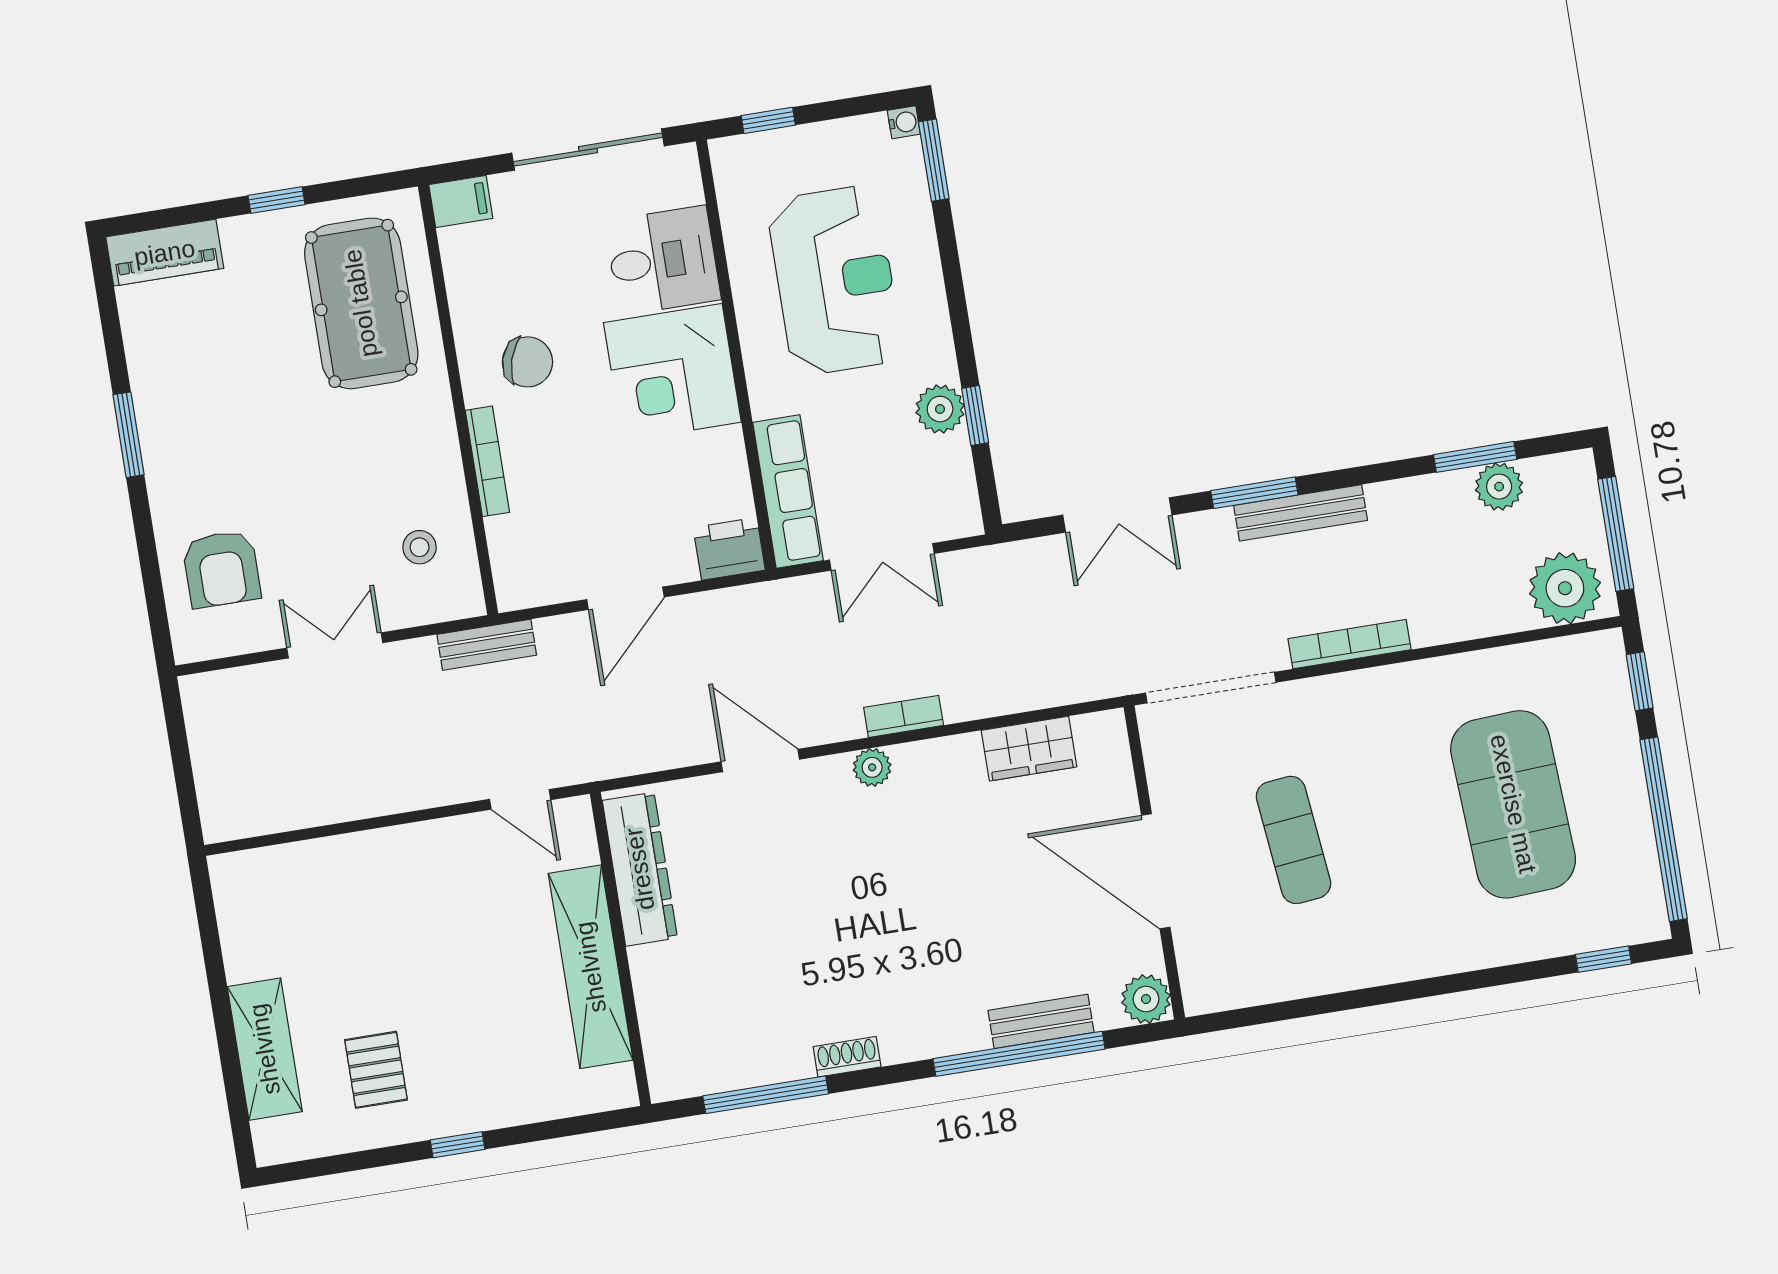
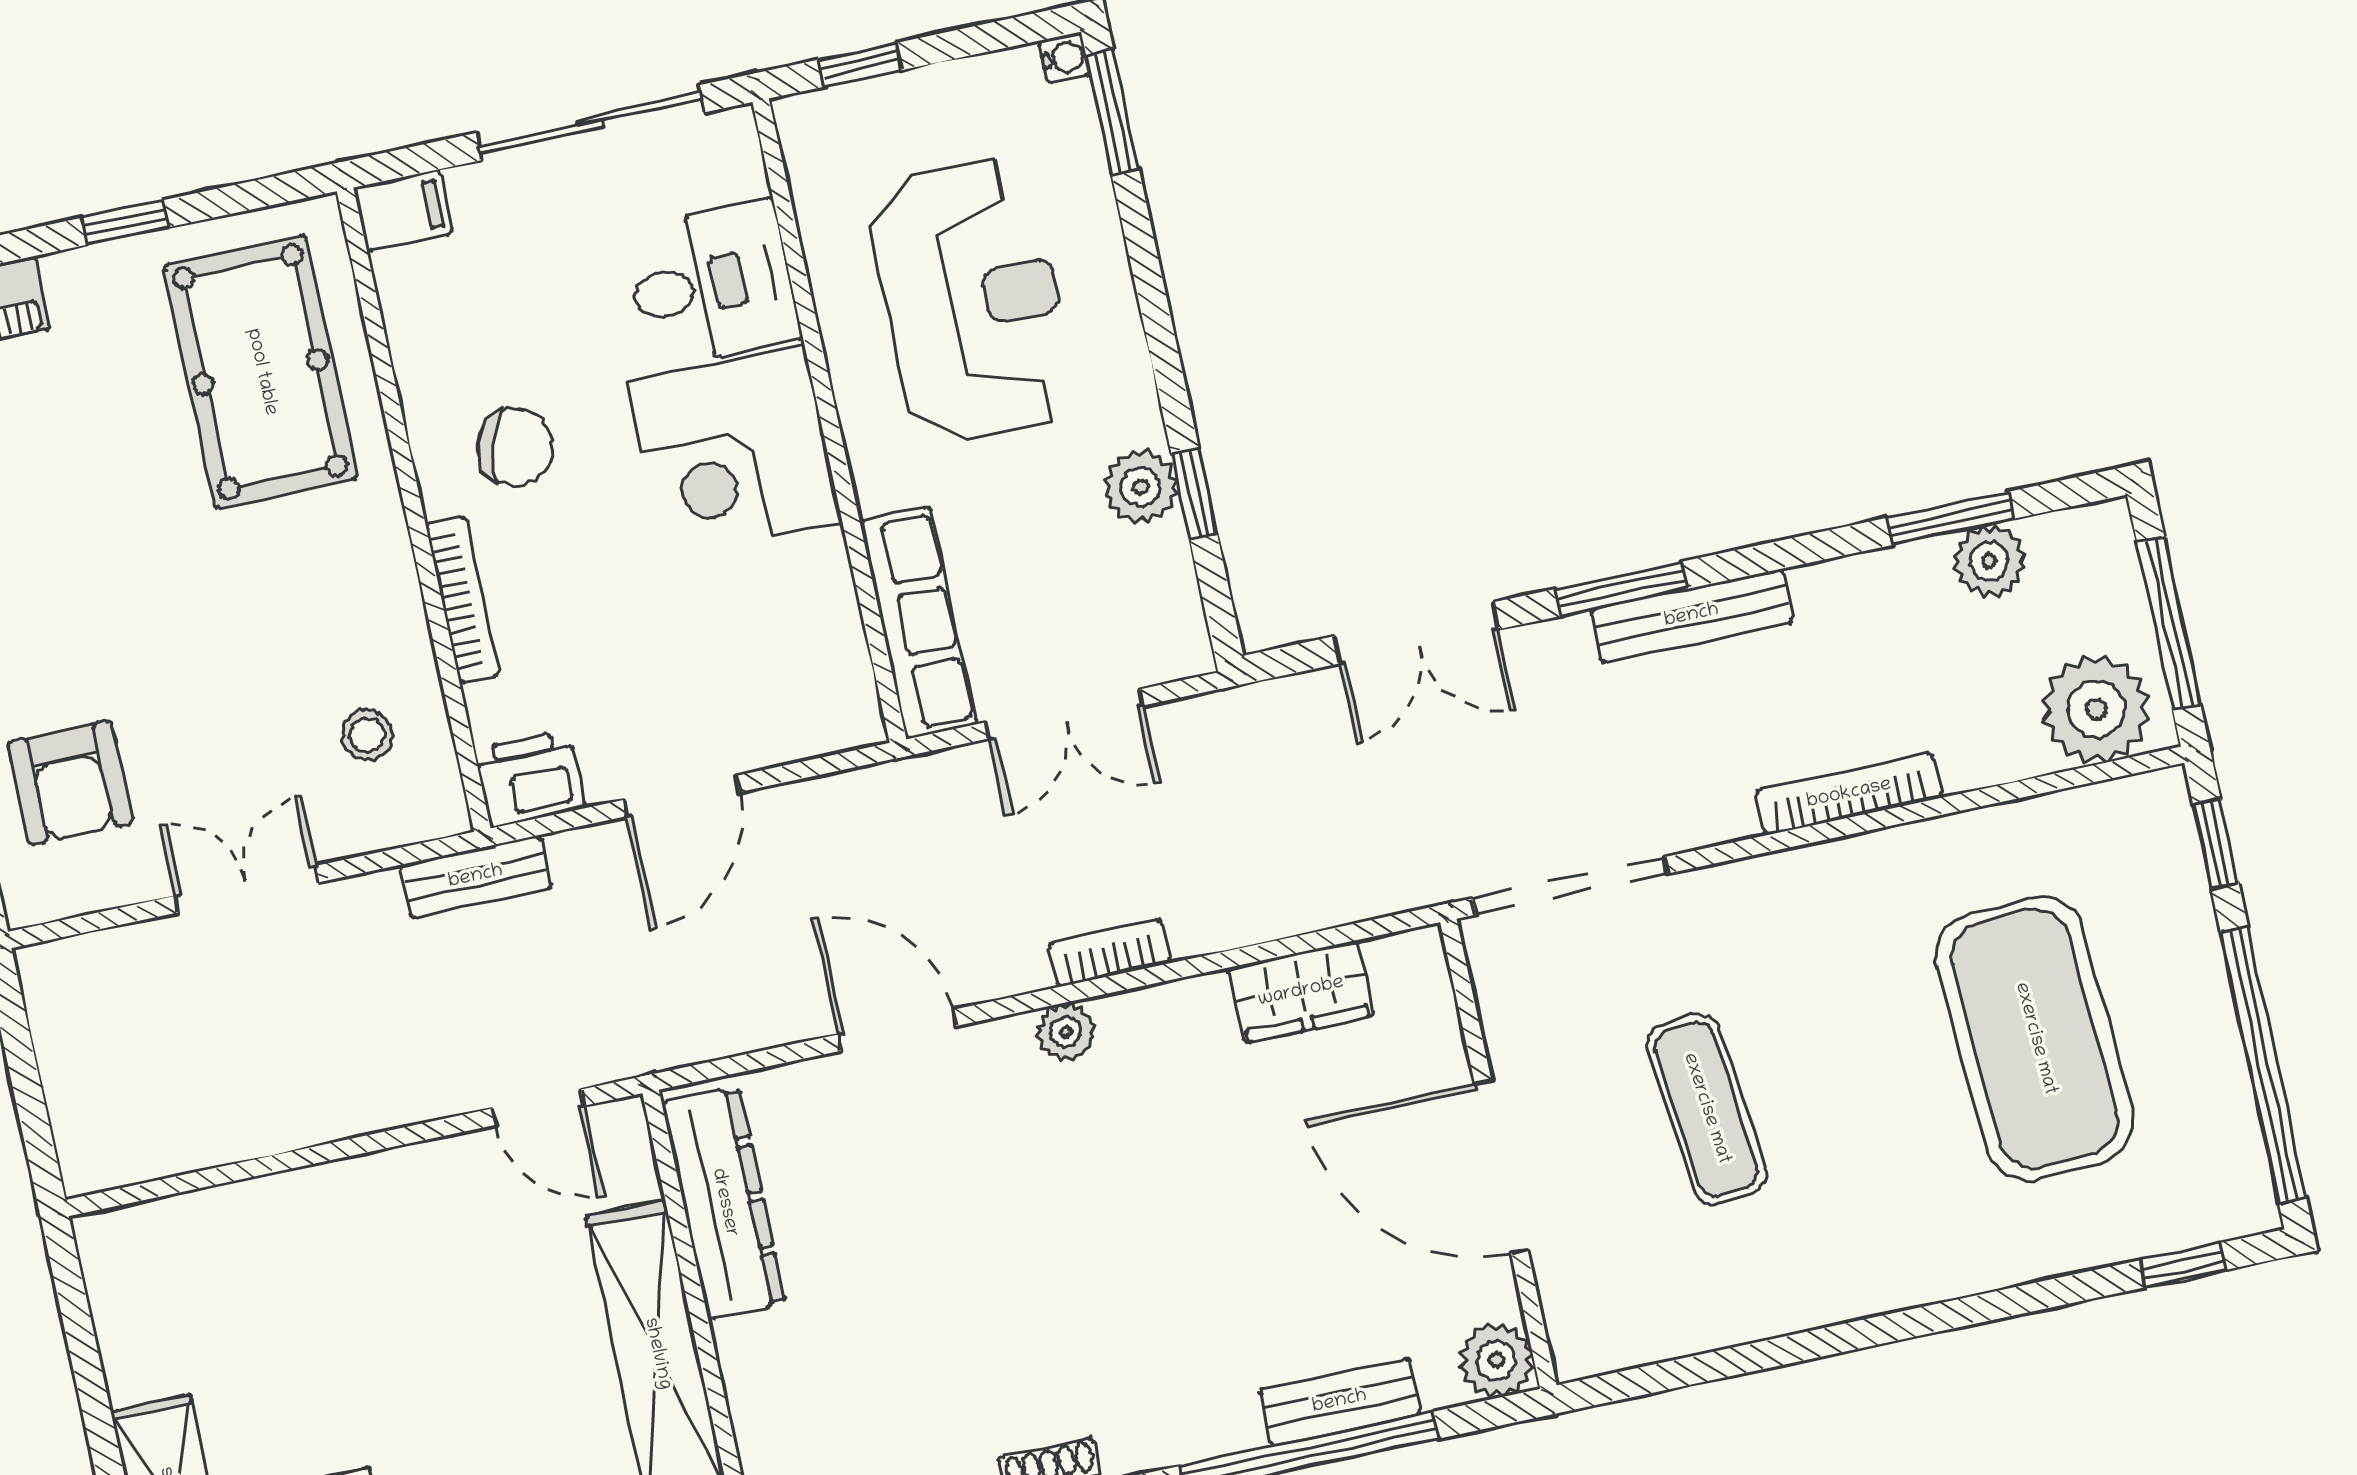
printer: (729, 549) -> (530, 779), moved
bookcase: (1350, 644) -> (1849, 794), moved

